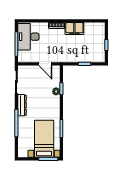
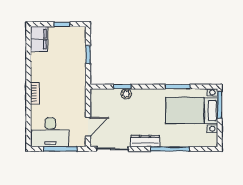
filing cabinet: (74, 29) -> (39, 39), moved
door: (45, 64) -> (88, 127), moved

